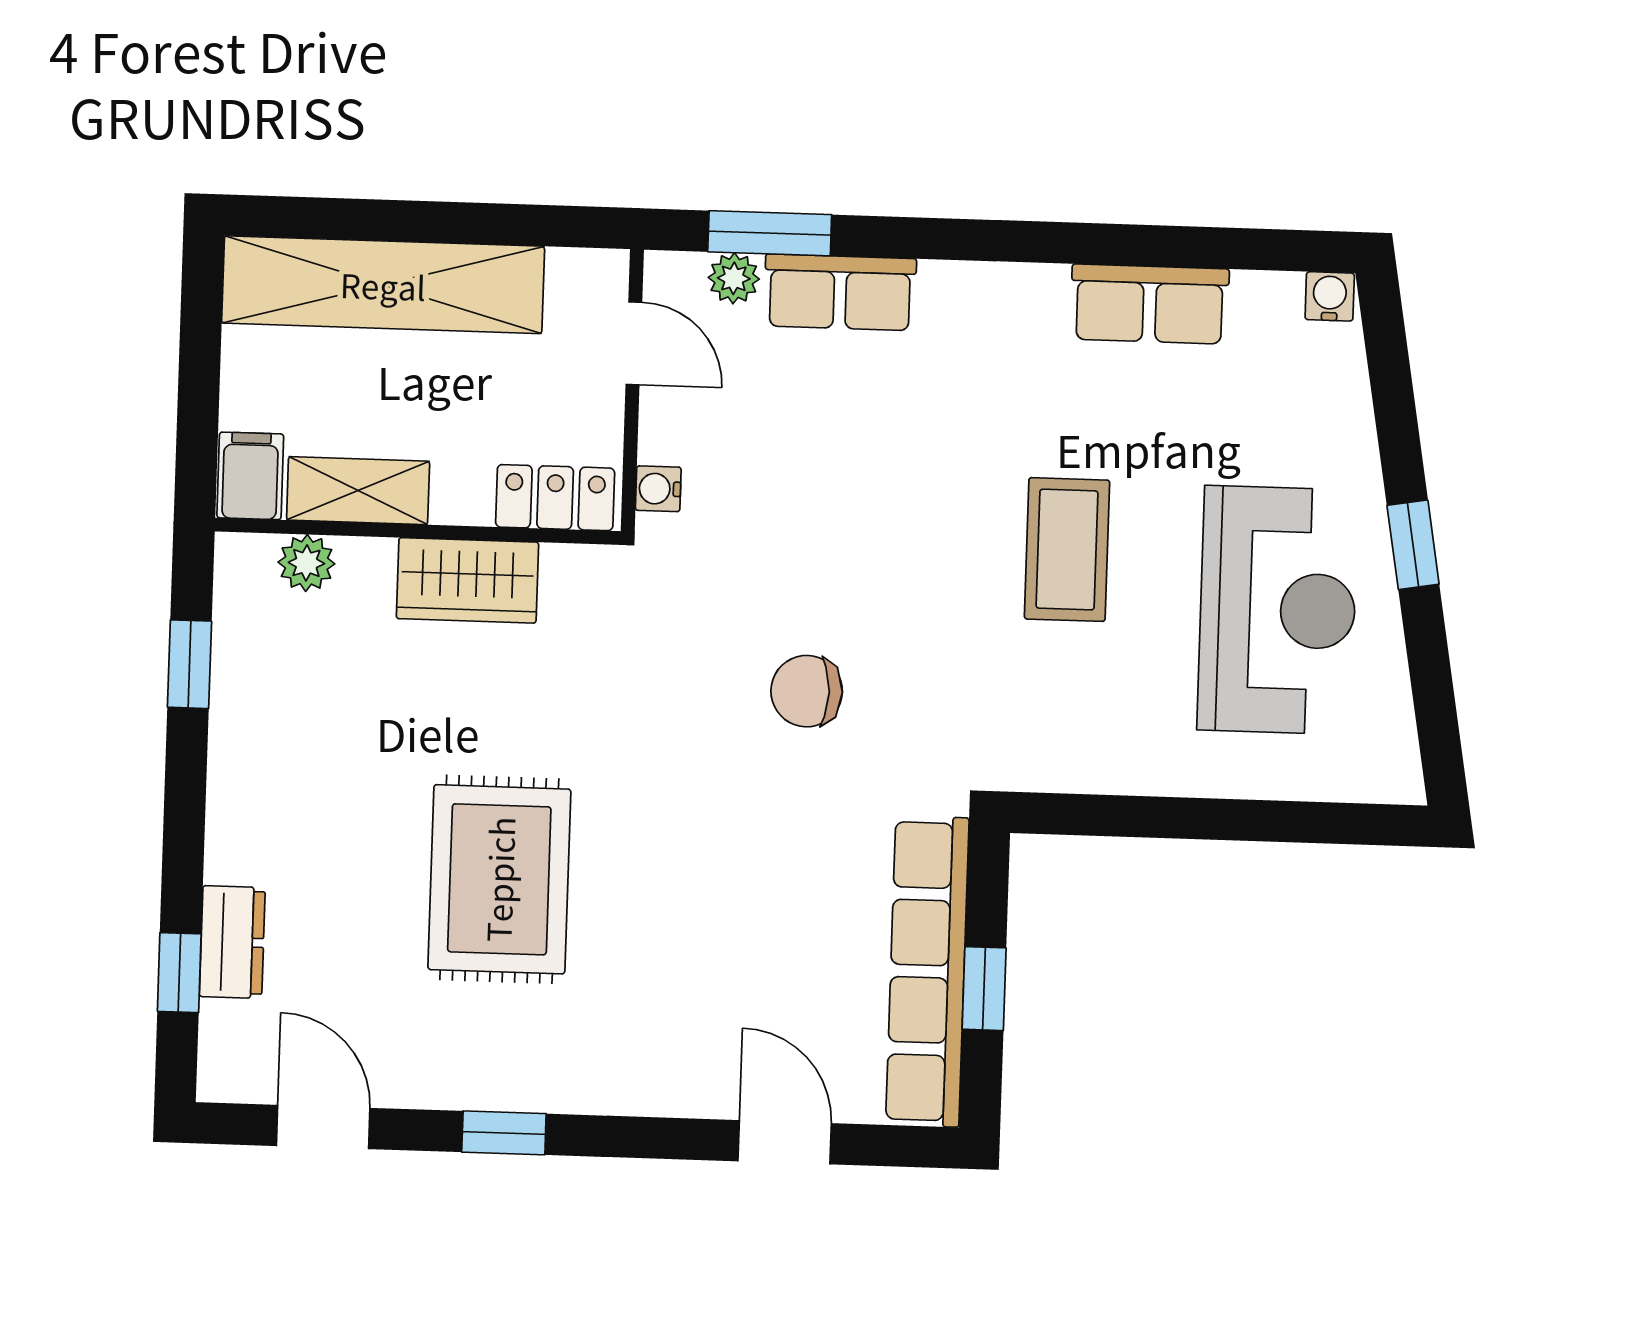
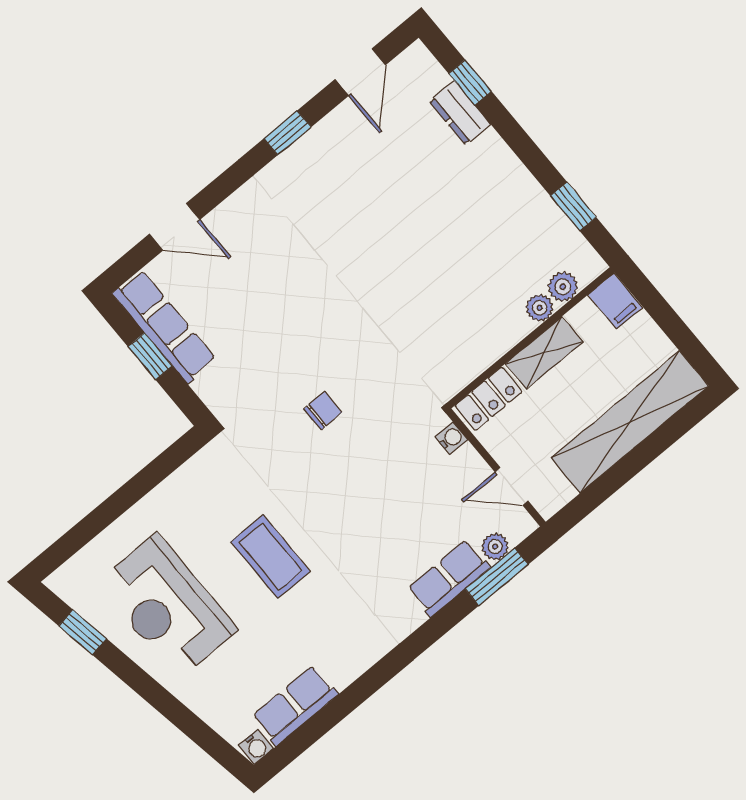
row of seats: (1150, 304) -> (295, 705), moved
shelving: (358, 491) -> (544, 353), moved
window: (1413, 545) -> (83, 632), moved
plant: (367, 562) -> (540, 308), added
wardrobe: (467, 580) -> (494, 336), removed
chair: (807, 691) -> (323, 411), width x0.73, depth x0.73
rug: (499, 879) -> (377, 230), removed
row of seats: (927, 971) -> (164, 327), width x0.73
door: (323, 1127) -> (360, 72), hinge flipped

